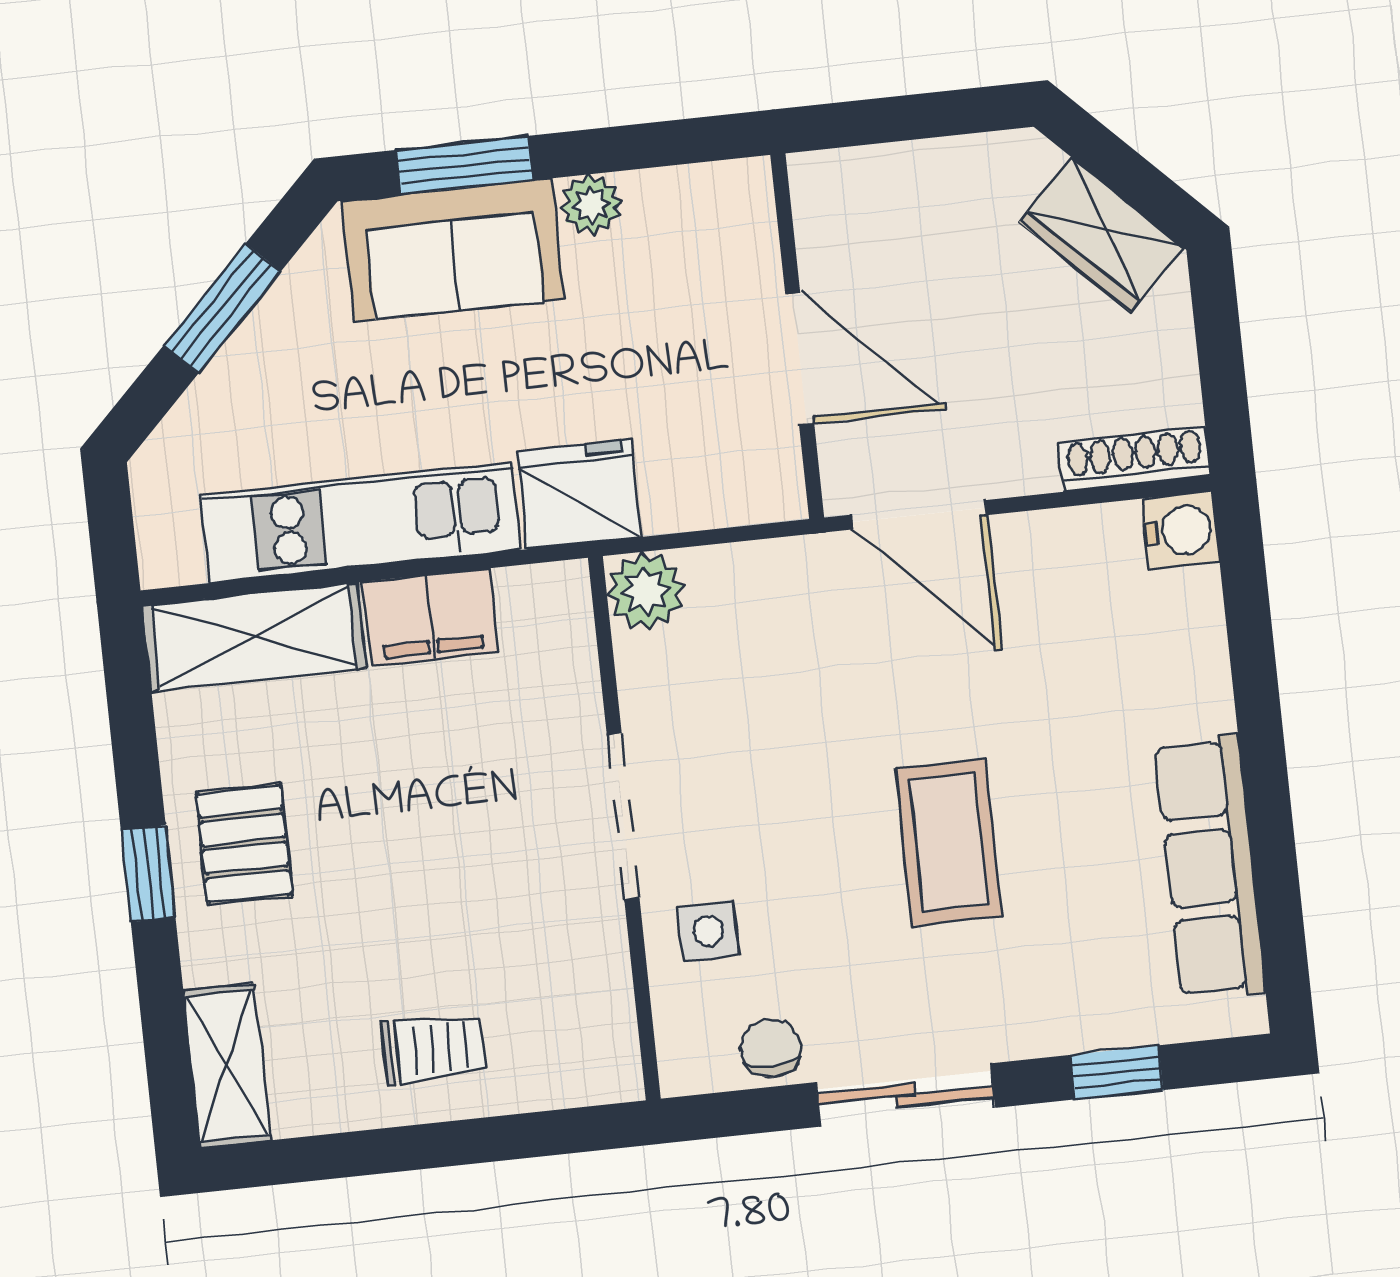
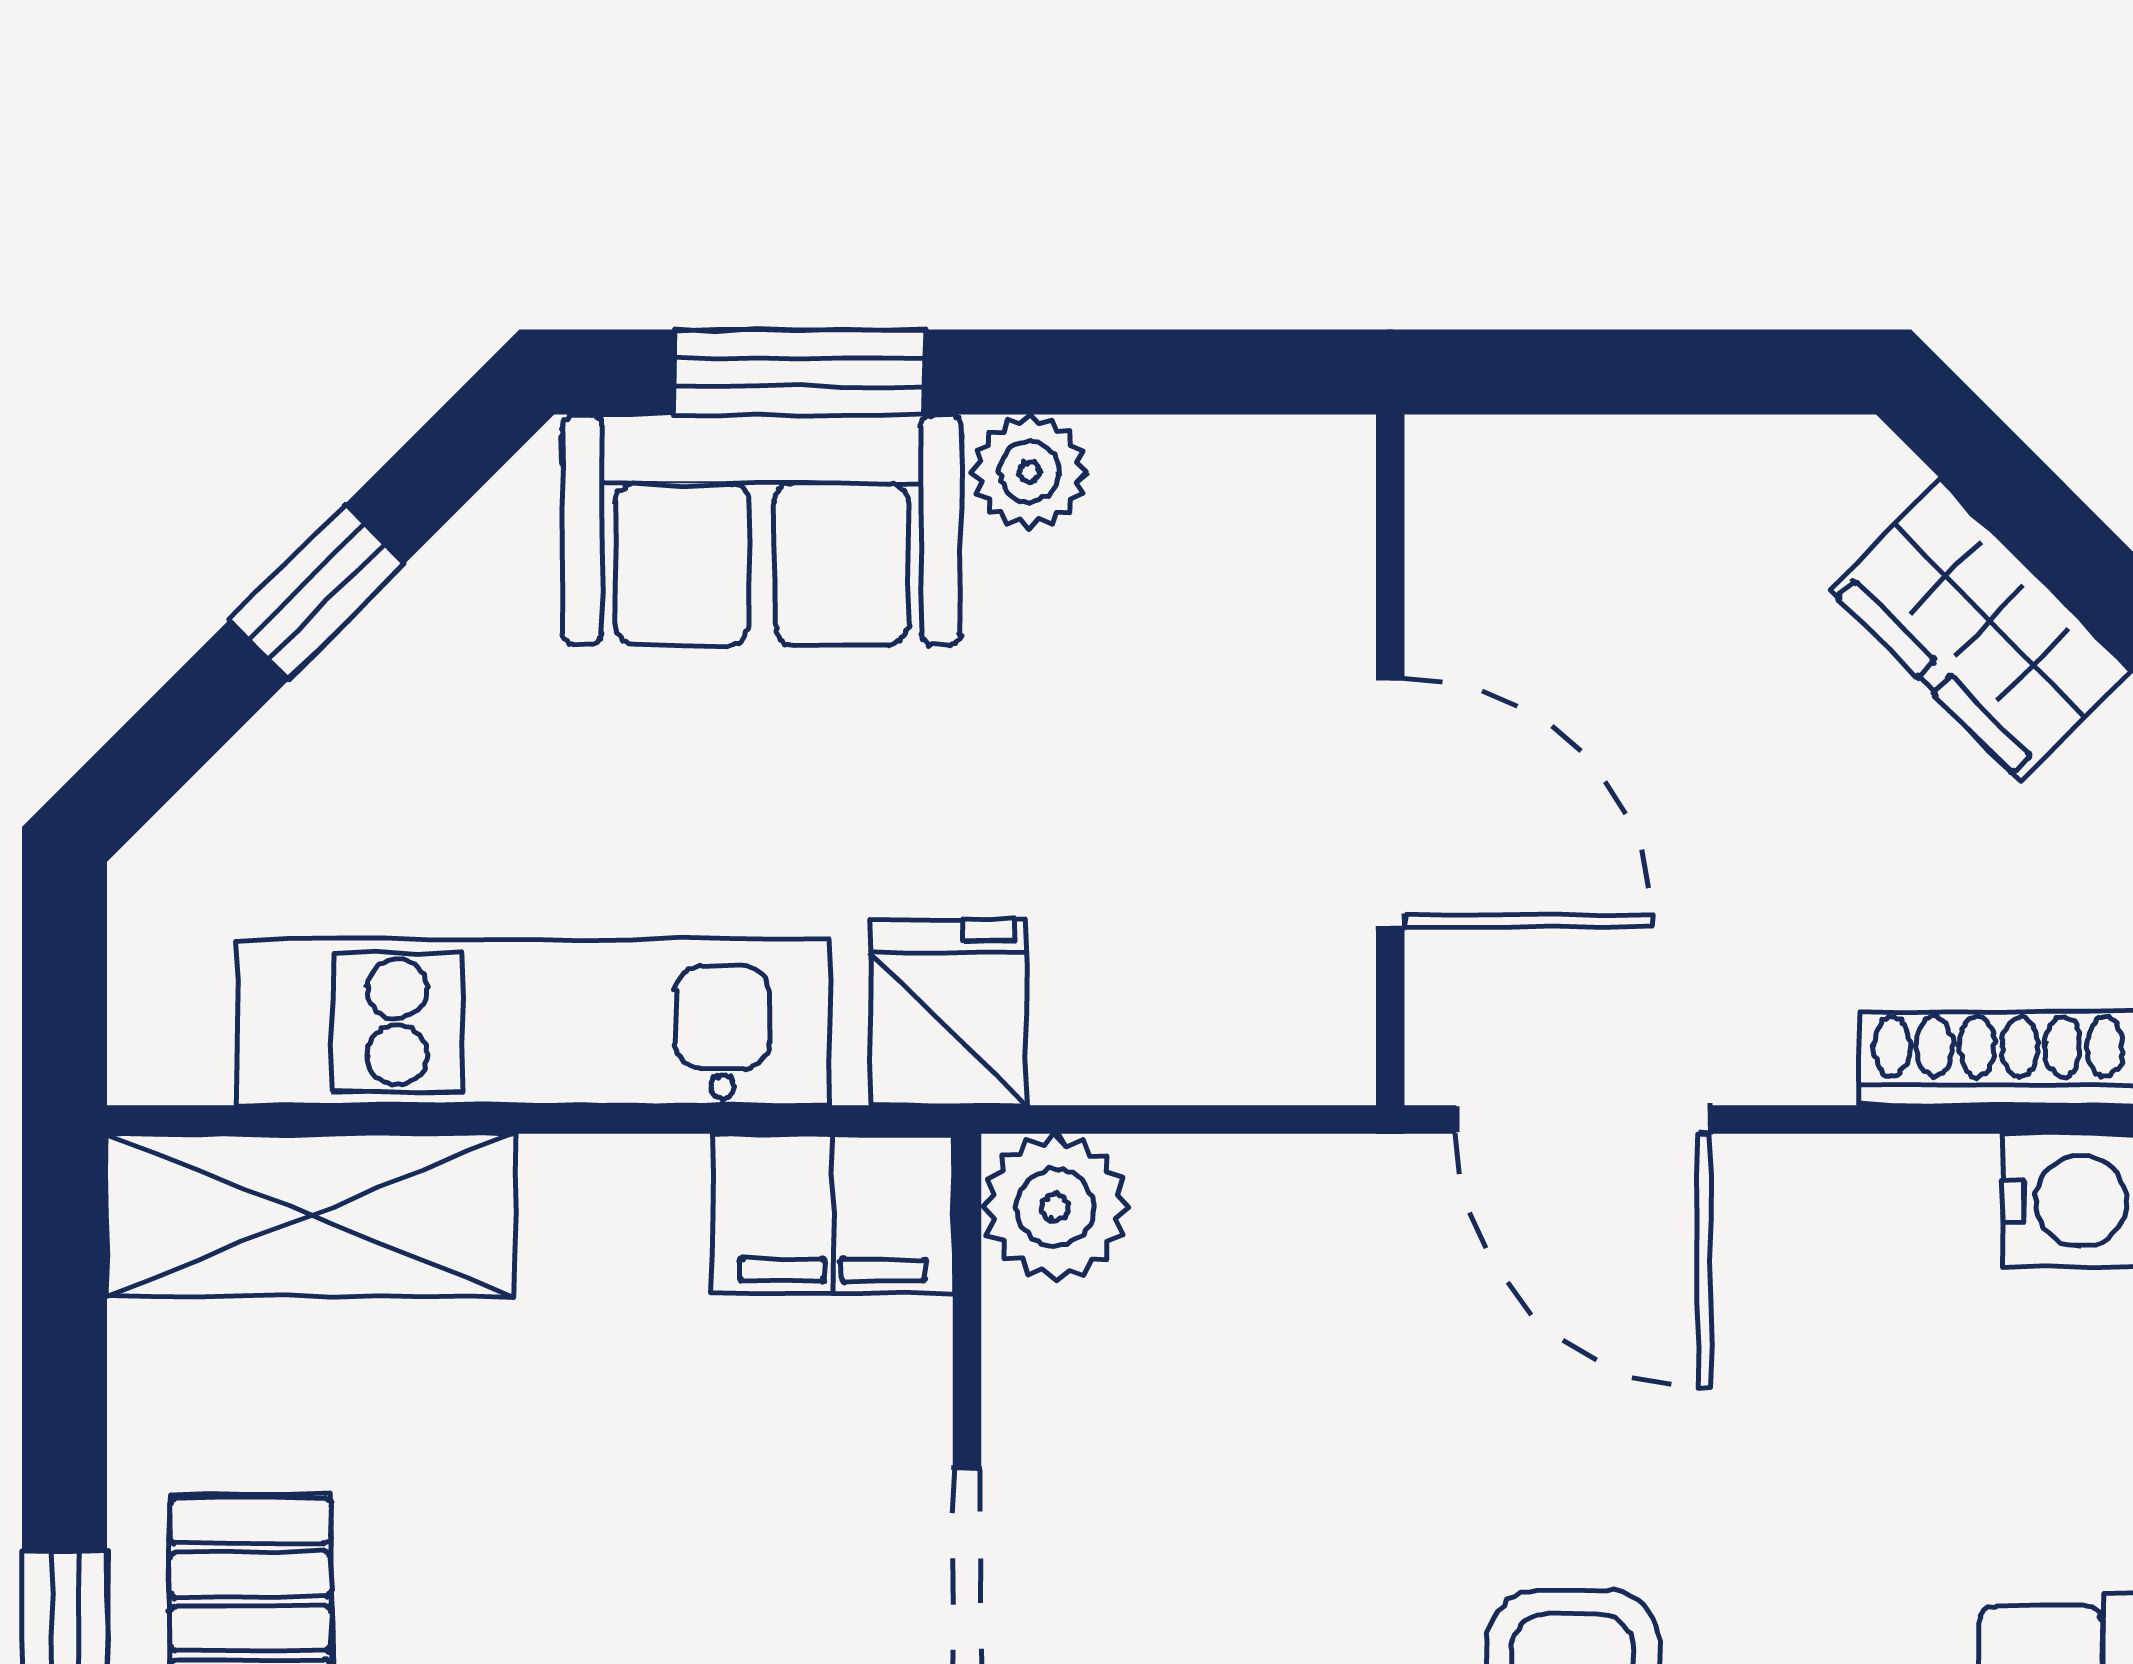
window: (222, 308) -> (316, 592), width x0.67
fridge: (579, 494) -> (948, 1012), width x0.72
filing cabinet: (430, 617) -> (833, 1214), moved

